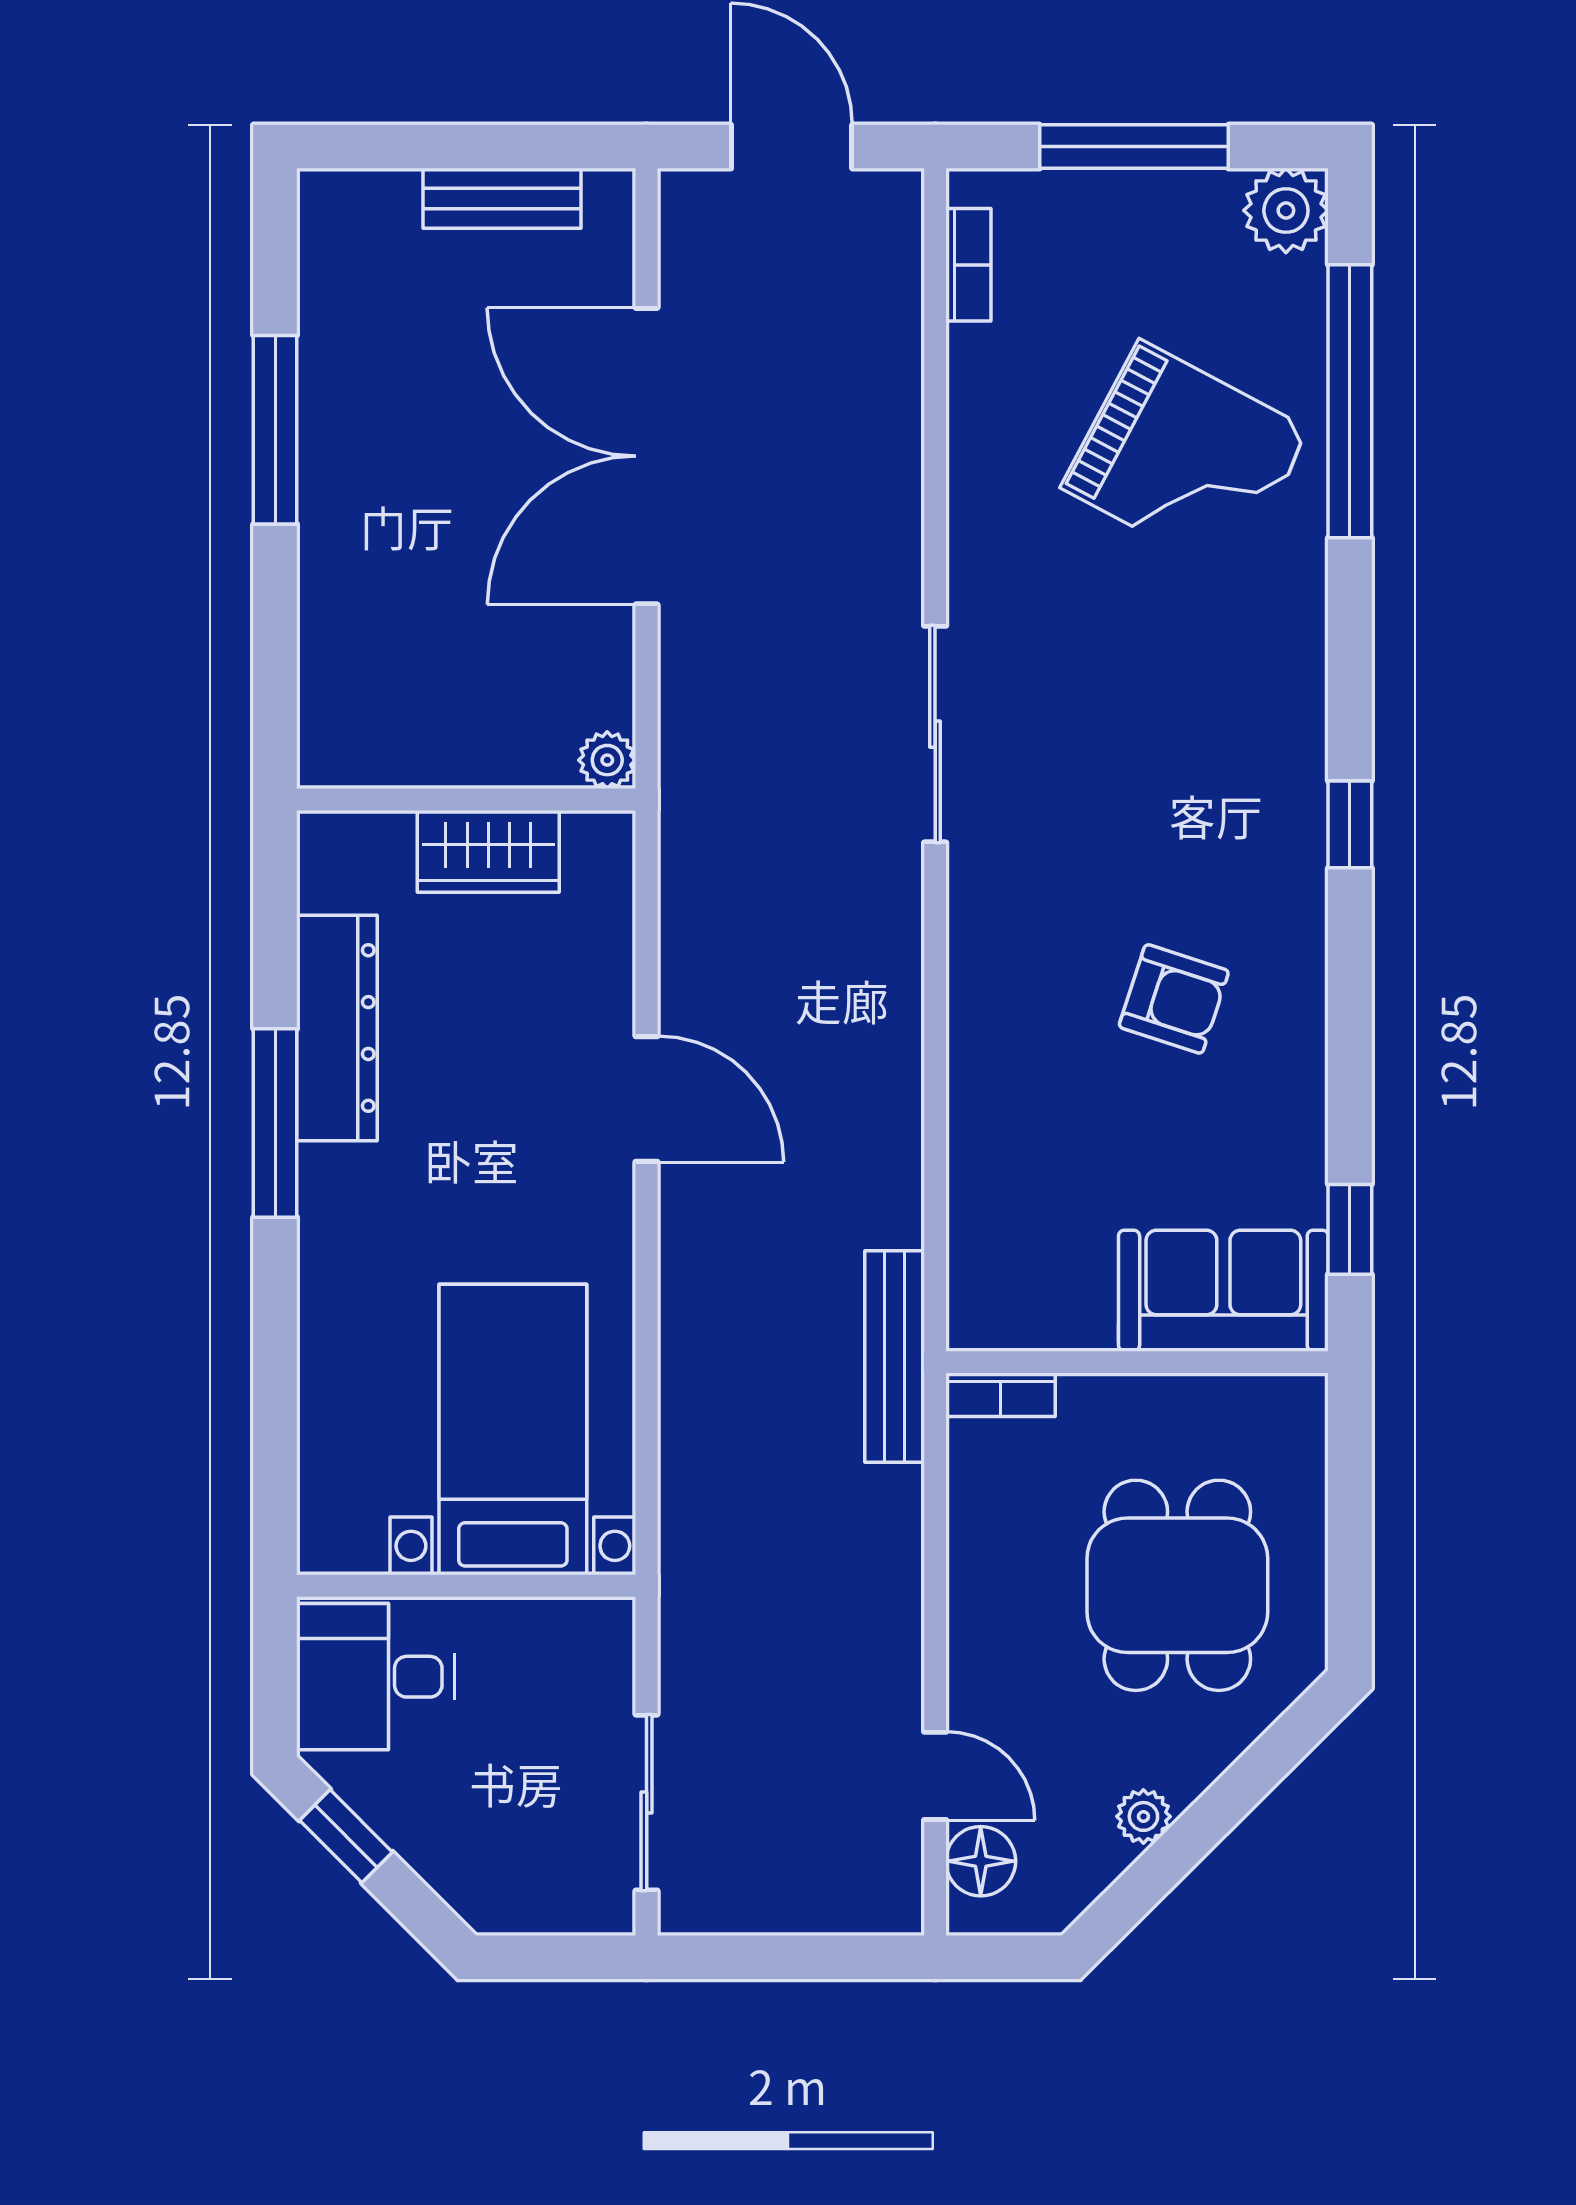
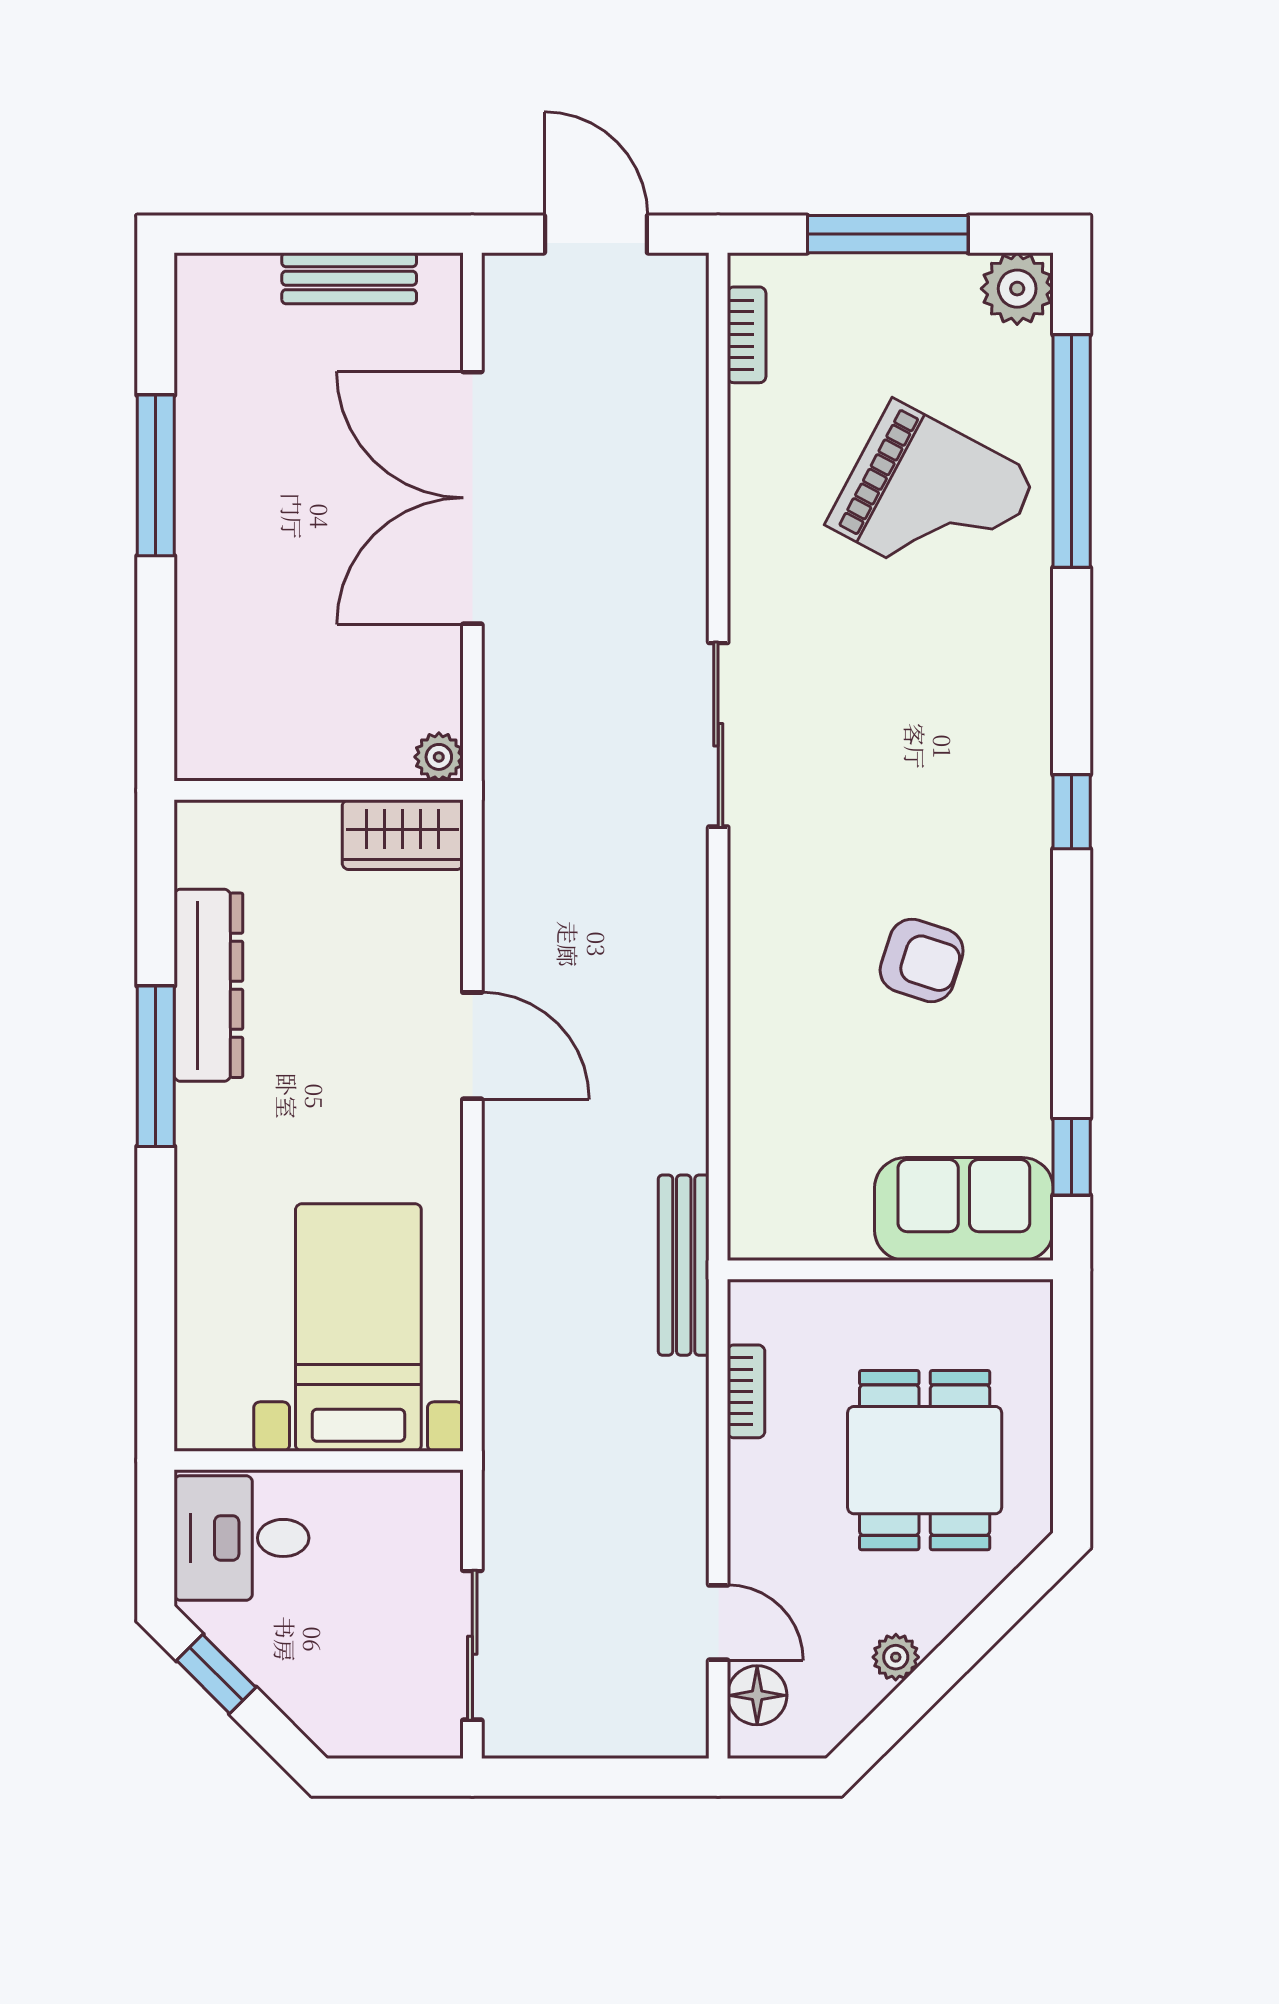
wardrobe: (488, 851) -> (403, 835), moved
bookcase: (1001, 1395) -> (746, 1391), moved, turned -90

